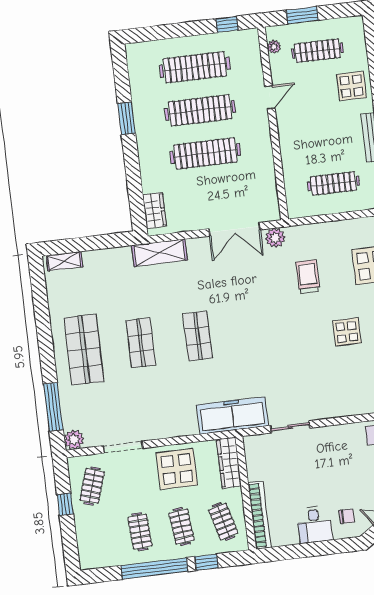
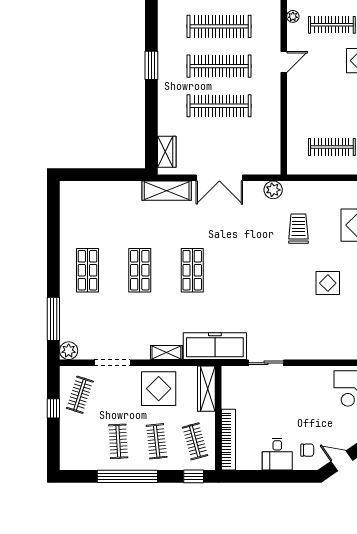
double door: (234, 229) -> (219, 178), moved
shelving: (64, 261) -> (166, 353), moved
shop shelf: (84, 350) -> (87, 270), width x0.70, depth x0.74
window: (206, 562) -> (194, 476), moved

